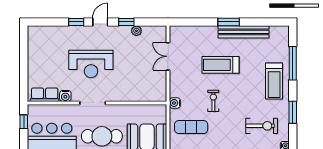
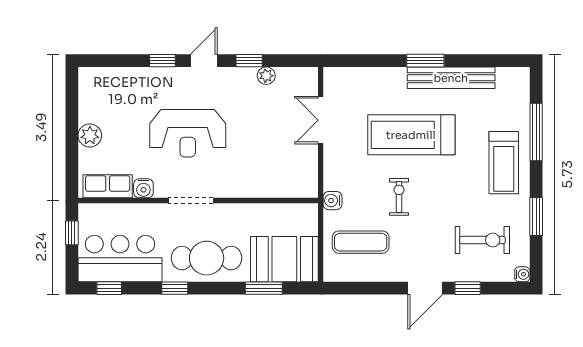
plant: (34, 65) -> (90, 136), added
treadmill: (221, 65) -> (411, 135), width x1.37, depth x1.38

